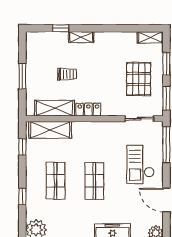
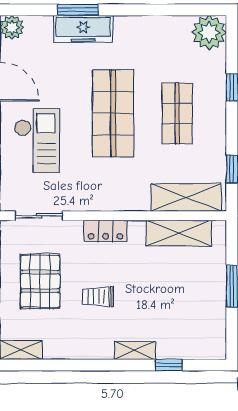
trolley: (67, 74) -> (98, 297), moved
locker: (88, 110) -> (105, 231), moved
shop shelf: (94, 181) -> (113, 113), width x1.43, depth x1.36

